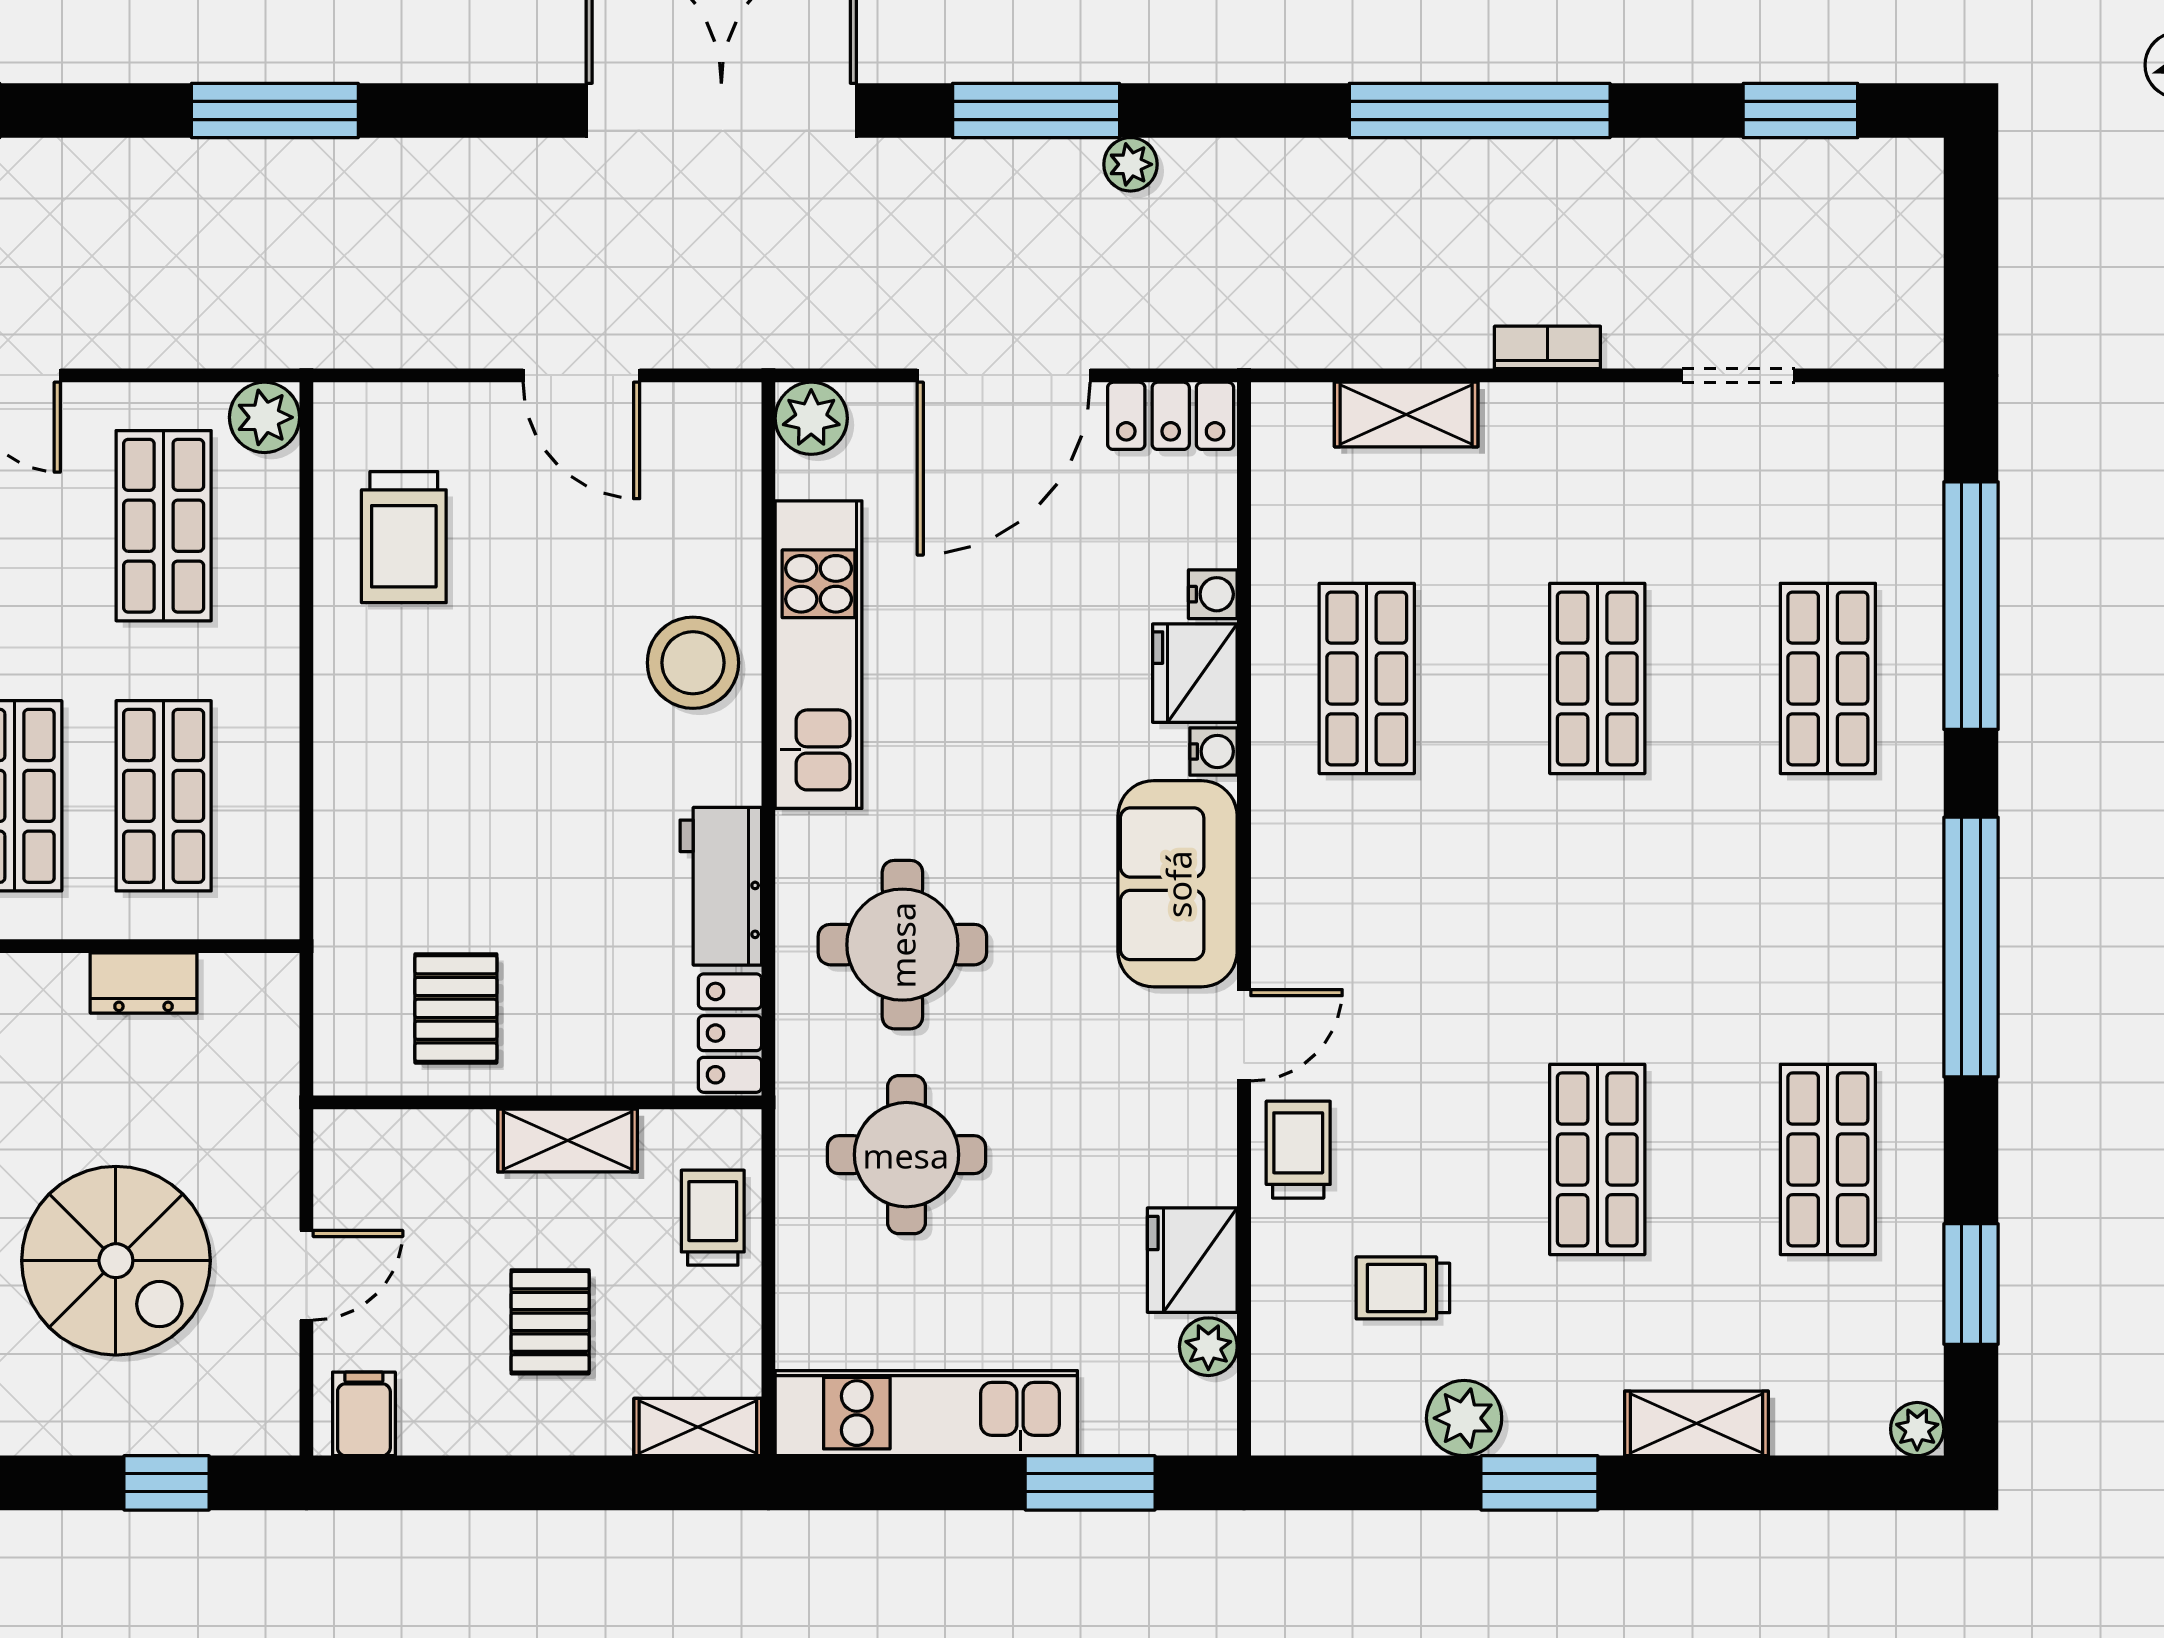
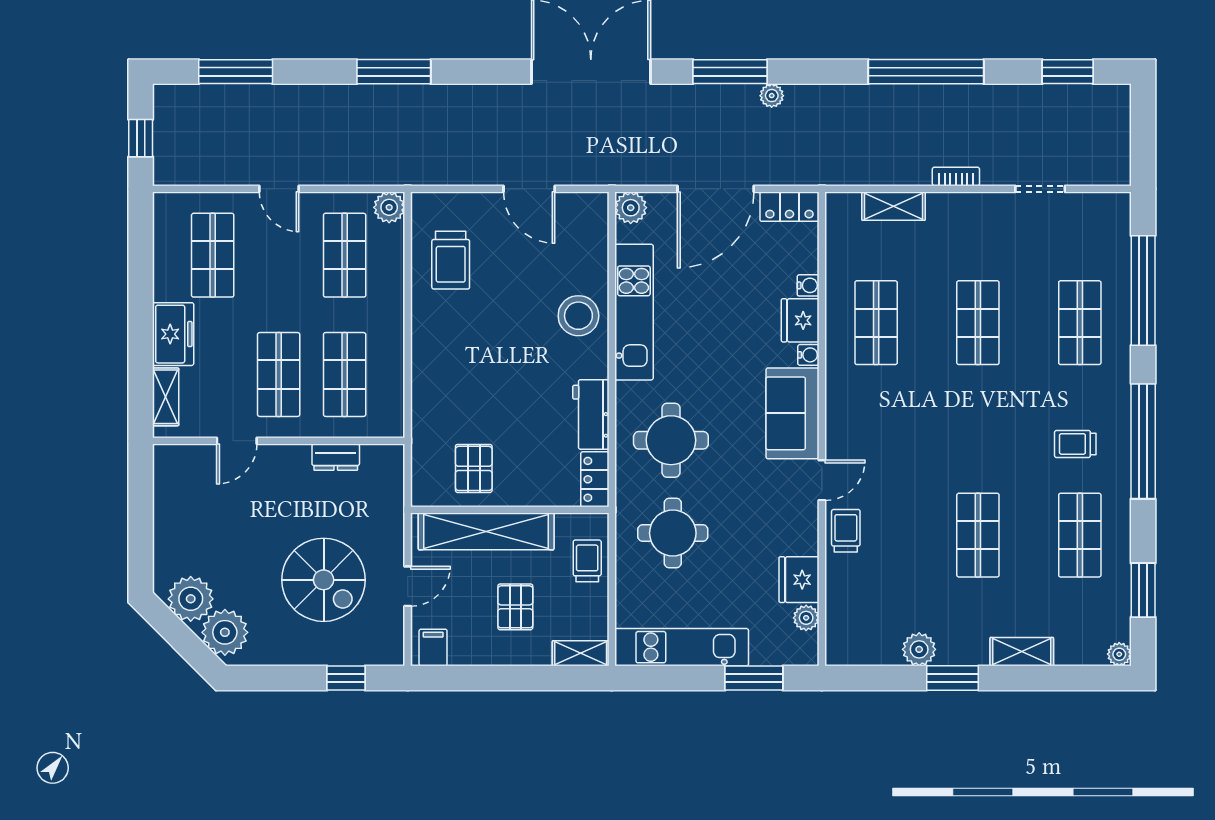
shelving: (568, 1141) -> (486, 531), width x2.20, depth x1.33
trolley: (1403, 1288) -> (1075, 444), moved

